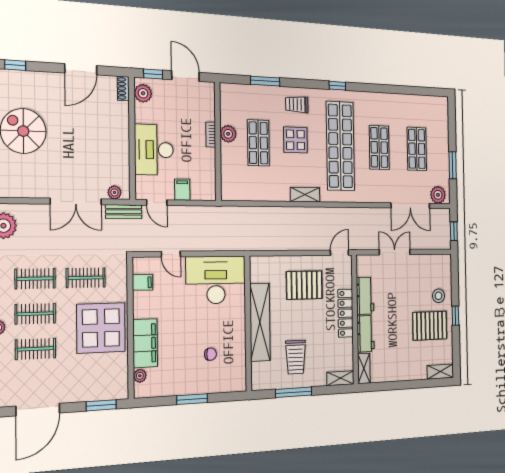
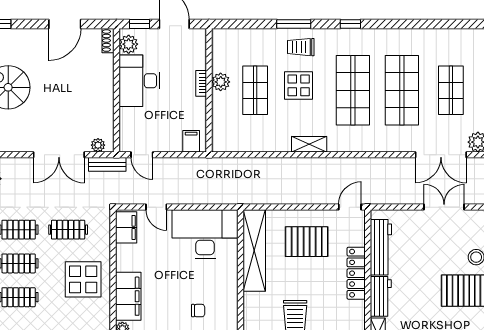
window: (265, 81) -> (294, 24), moved
shop shelf: (340, 146) -> (353, 90), width x0.71
shop shelf: (379, 147) -> (402, 90), width x1.43, depth x1.36
desk: (154, 150) -> (139, 81), moved
filing cabinet: (182, 190) -> (191, 141), moved
double door: (395, 252) -> (444, 207), moved
filing cabinet: (143, 282) -> (126, 227), width x2.00
workbench: (365, 296) -> (381, 247), width x1.38
shelving: (260, 322) -> (254, 251), moved
display table: (101, 328) -> (83, 279), width x0.73, depth x0.73

